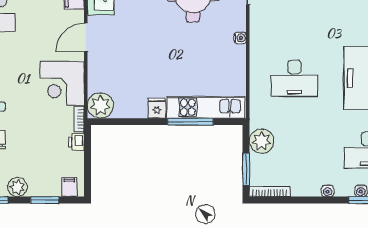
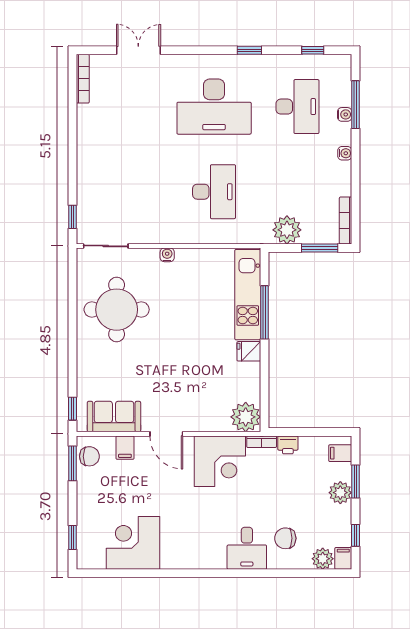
plant: (17, 187) -> (340, 493), moved

